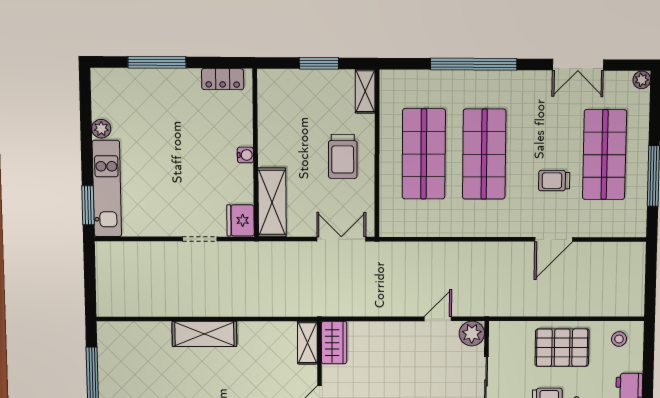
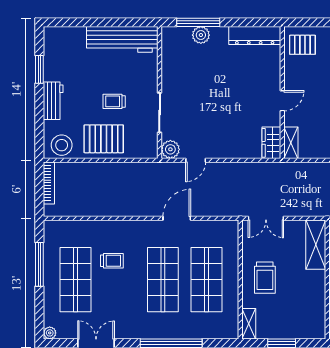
trolley: (343, 156) -> (265, 278), turned 180
door: (554, 239) -> (177, 218), moved
bookcase: (638, 288) -> (49, 183), added
stool: (619, 339) -> (62, 145), width x1.89, depth x1.89

